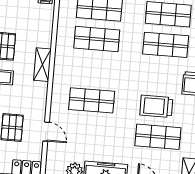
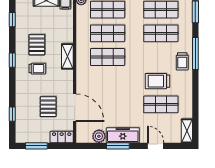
shop shelf: (92, 100) -> (108, 57), moved
door: (46, 132) -> (75, 108), width x1.87

